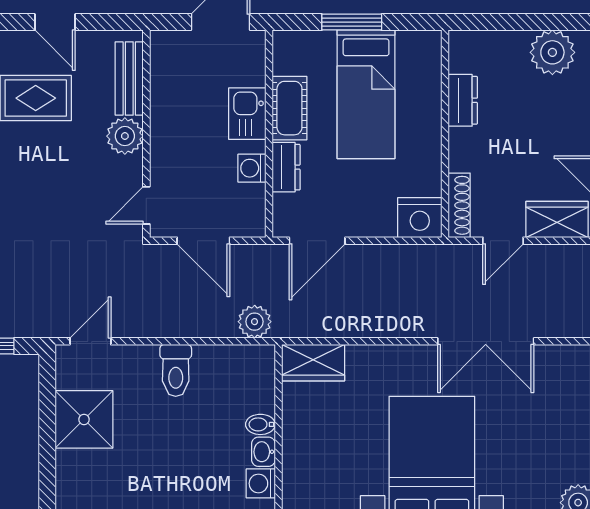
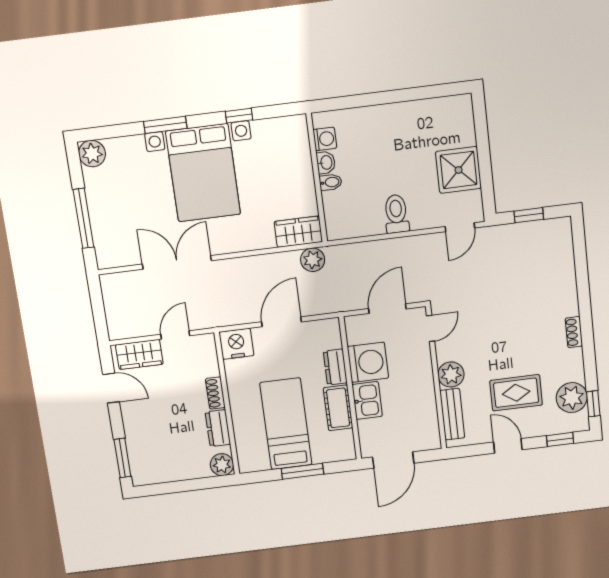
plant: (552, 52) -> (222, 465), moved, width x0.73, depth x0.73
washing machine: (252, 168) -> (368, 362), width x1.89, depth x1.89
shoe rack: (459, 205) -> (215, 393), moved, width x0.70
door: (203, 241) -> (387, 309), hinge flipped
door: (317, 241) -> (282, 322), moved
plant: (255, 322) -> (313, 260), moved

